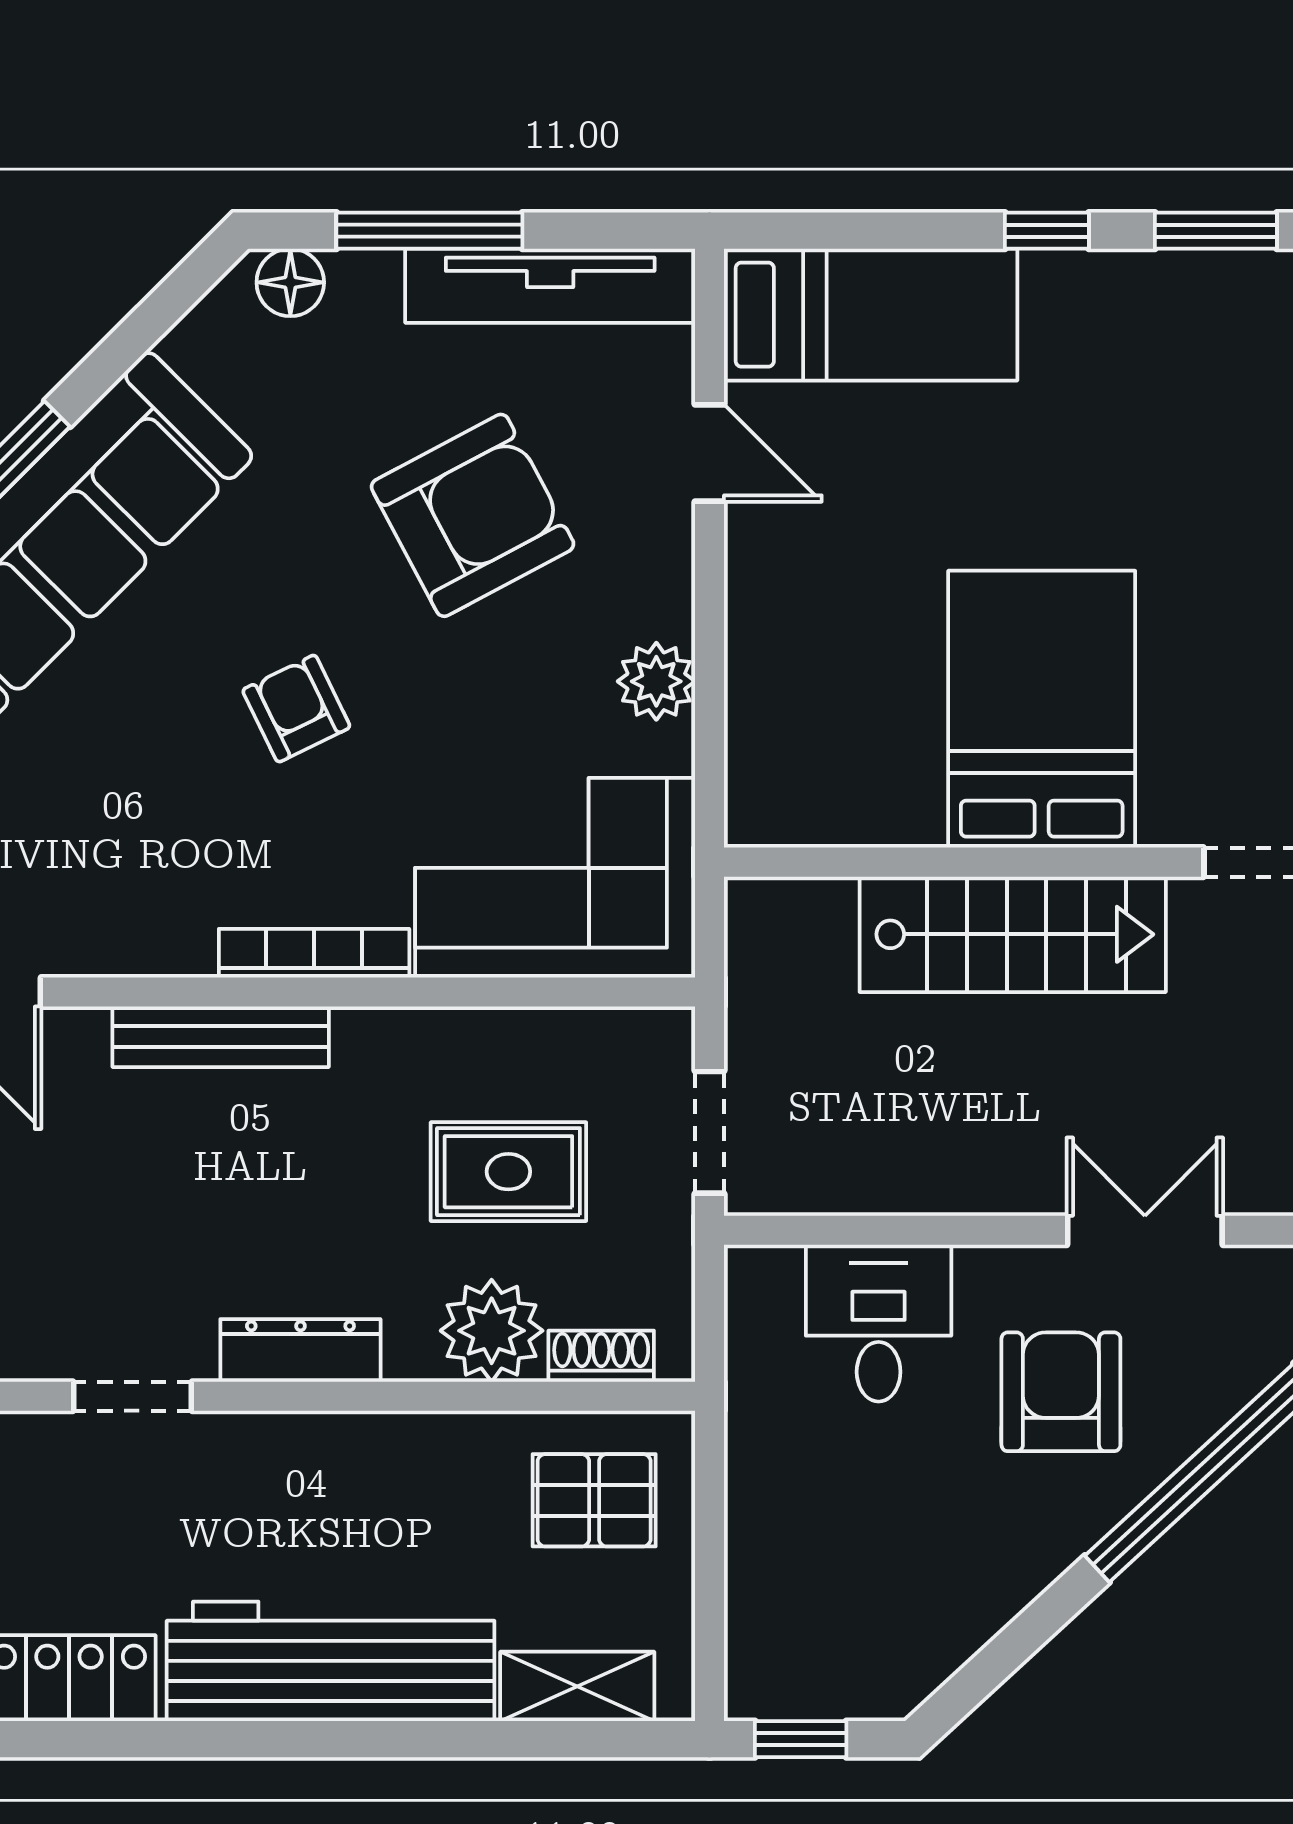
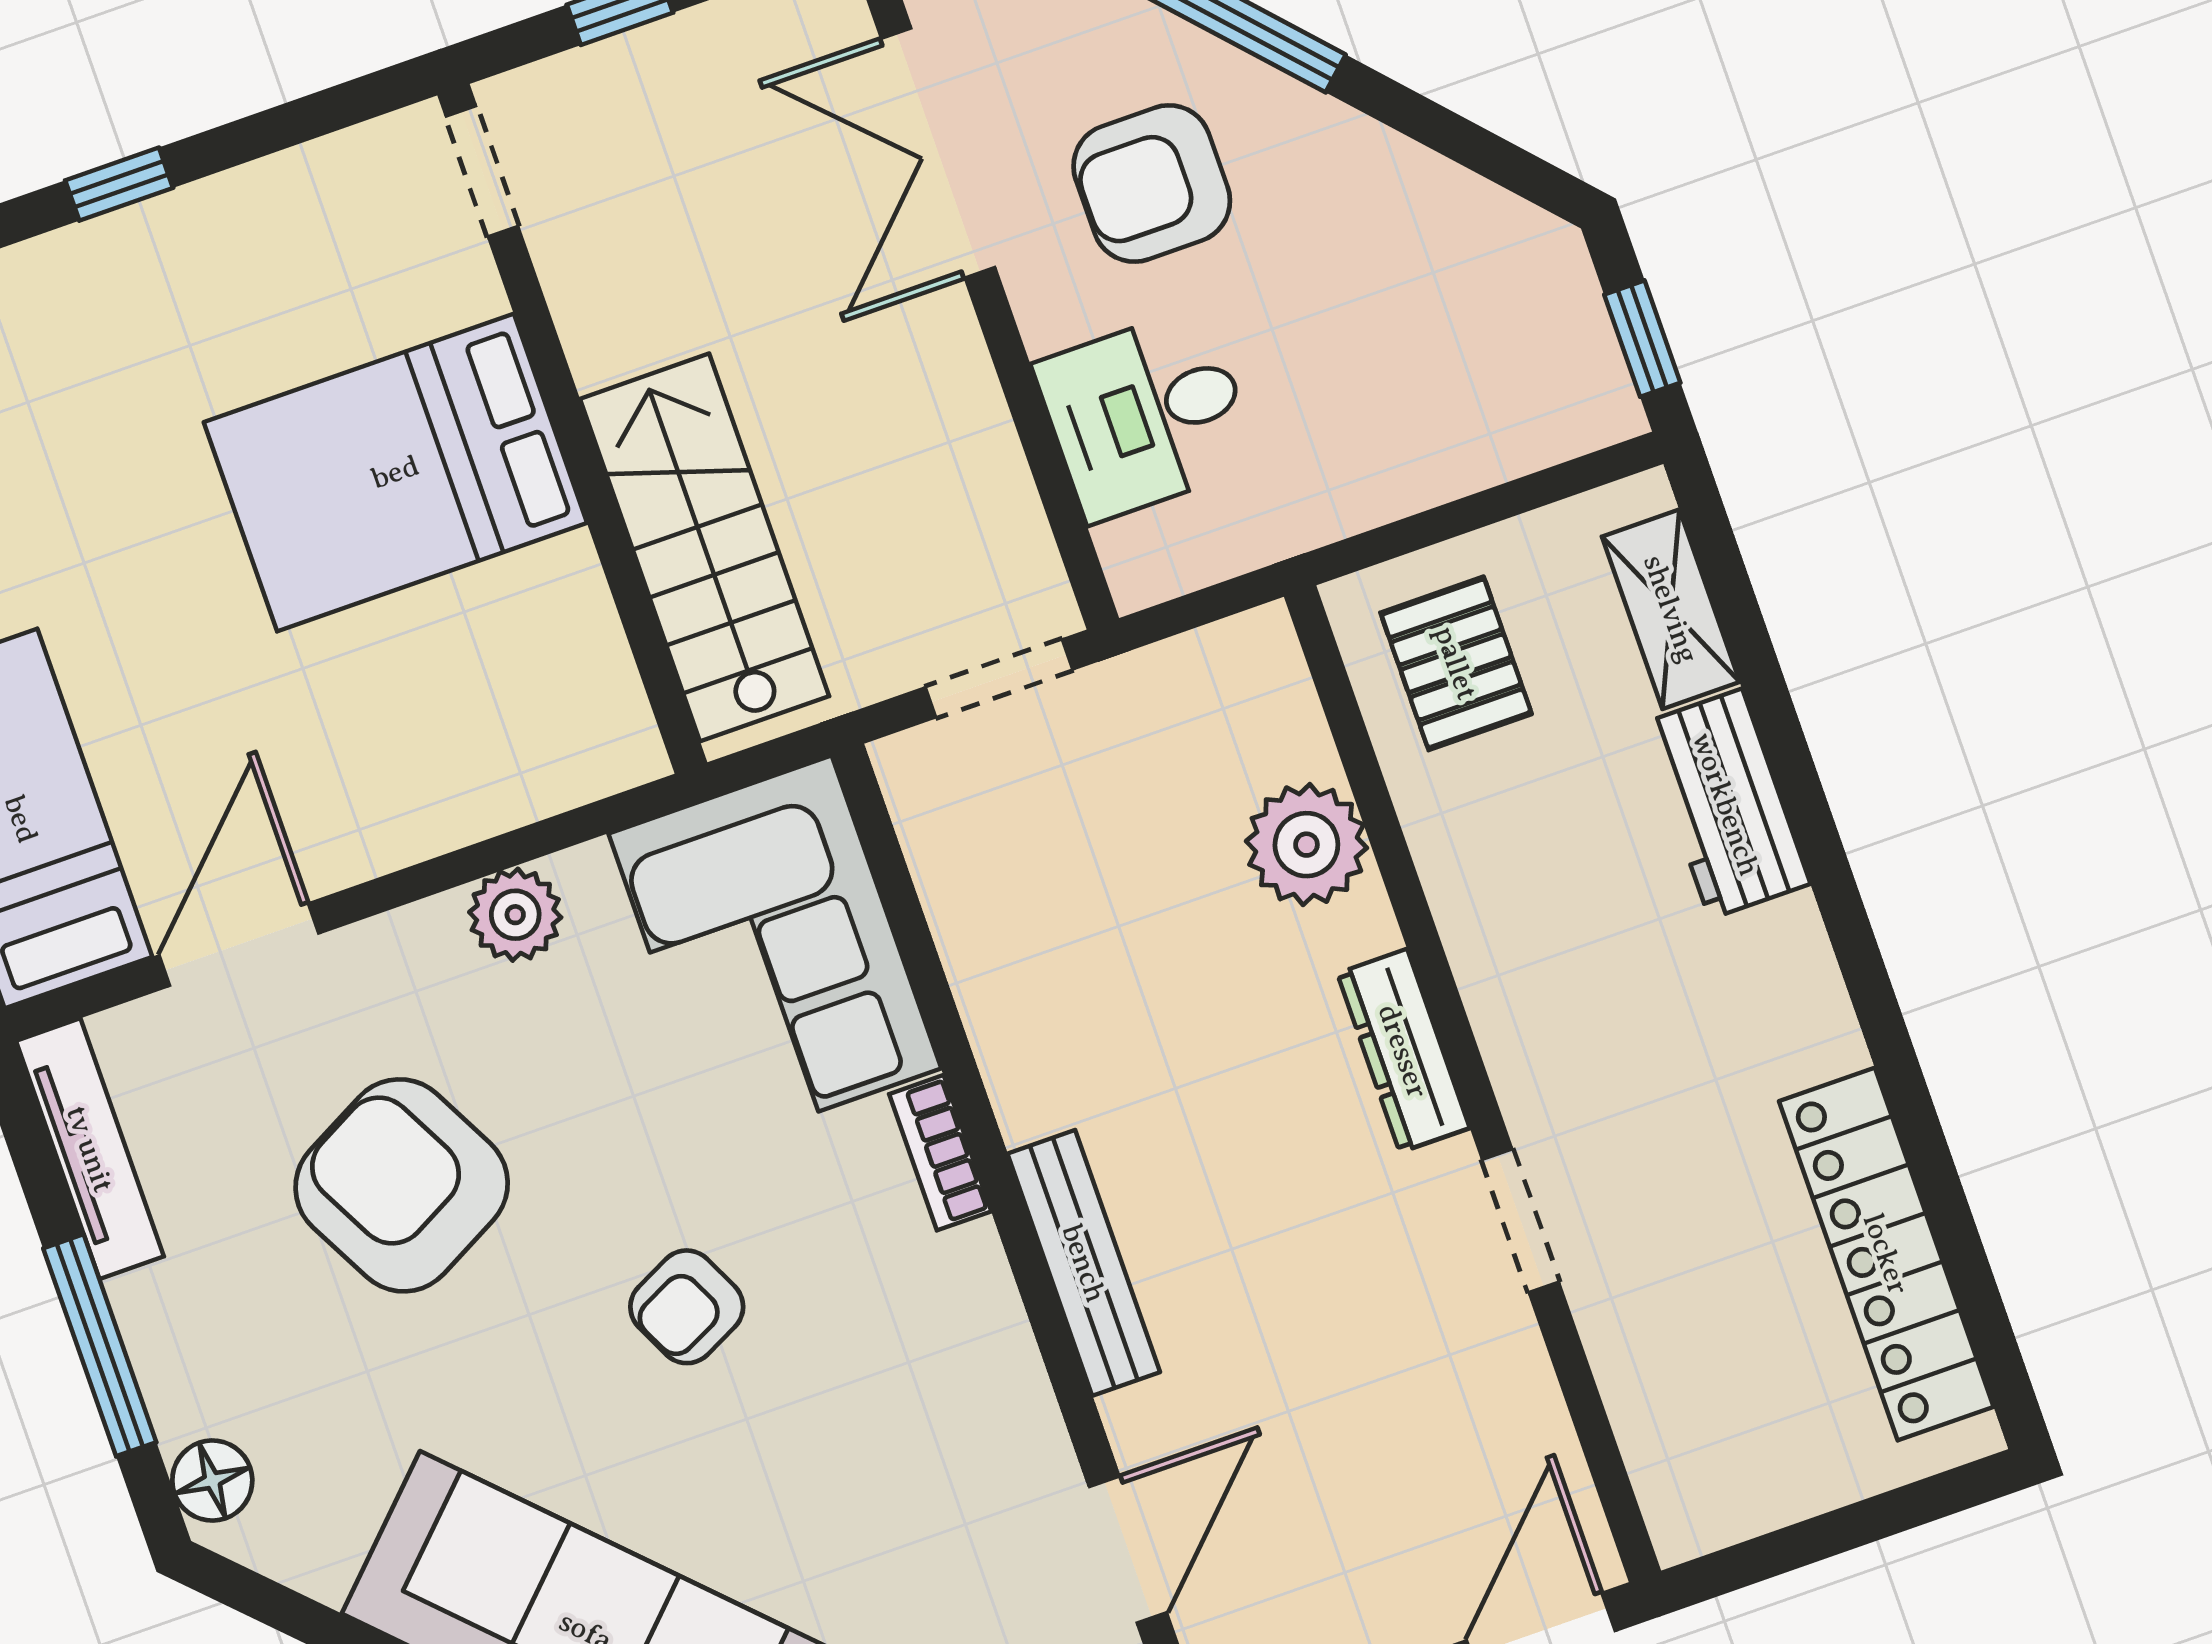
tv unit: (550, 286) -> (90, 1149), width x0.73, depth x0.78
door: (710, 453) -> (239, 945), width x1.38
stairs: (1013, 934) -> (705, 547), moved
bookcase: (314, 953) -> (940, 1153), width x0.64
rug: (508, 1172) -> (1122, 888), removed
double door: (1145, 1230) -> (938, 153), width x1.37
shoe rack: (601, 1356) -> (1292, 712), removed
workbench: (331, 1661) -> (1726, 804), width x0.53, depth x0.76

